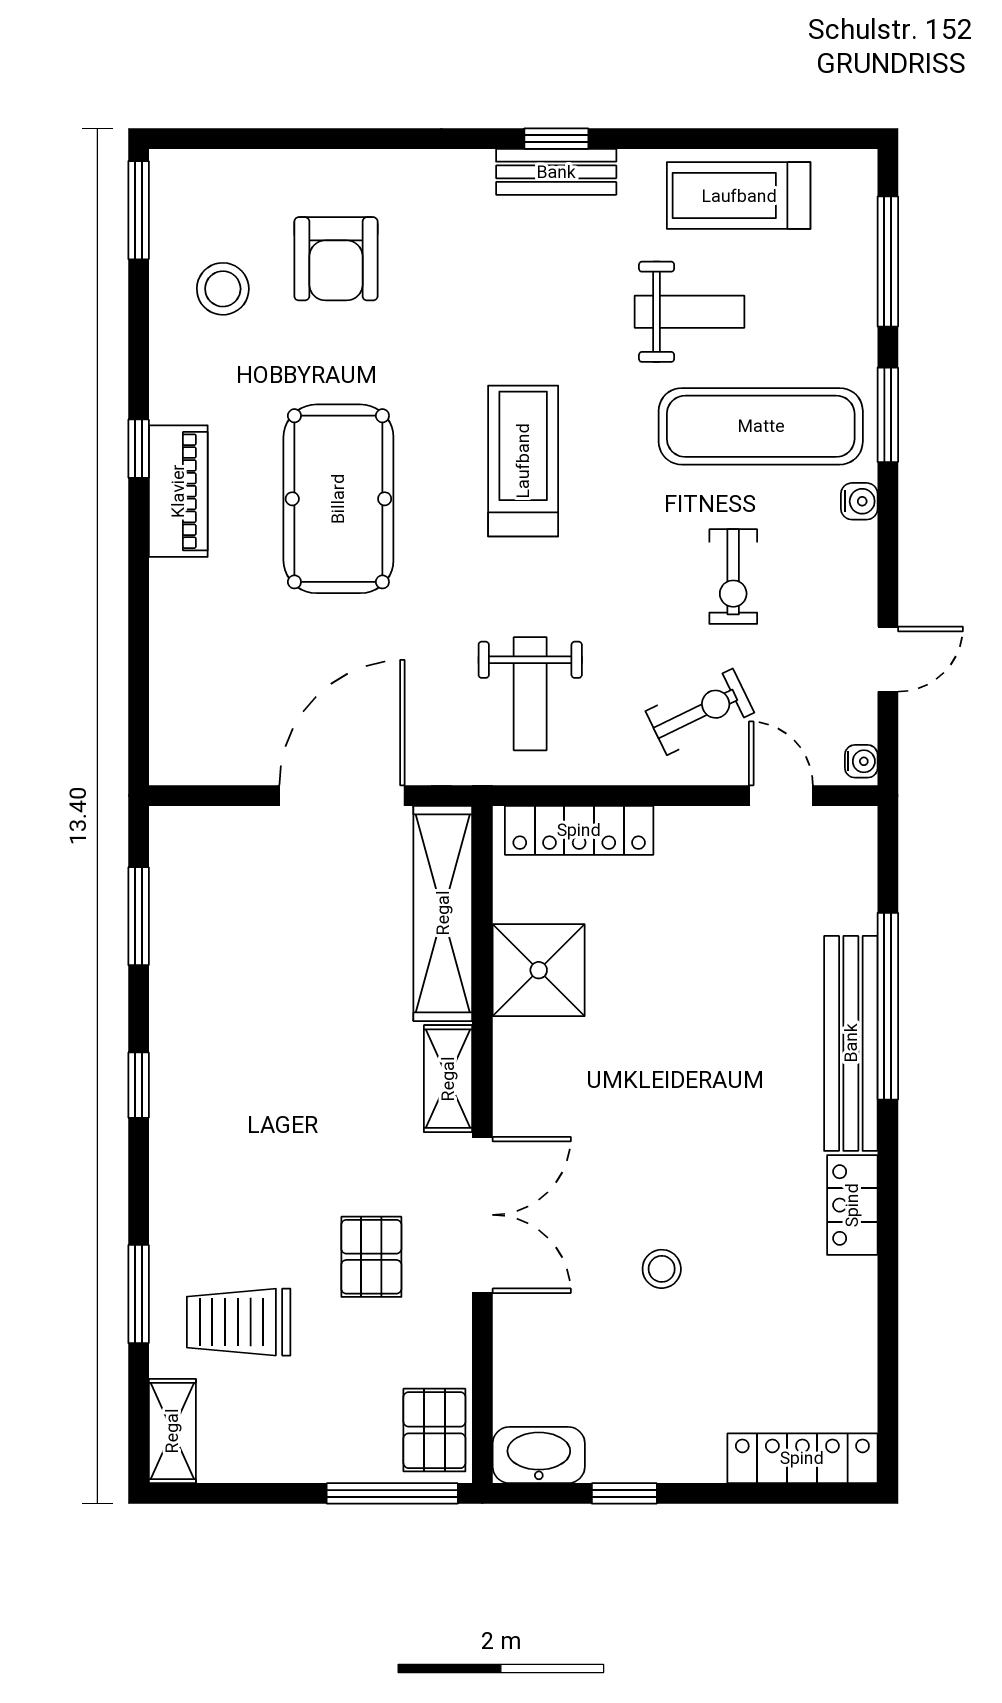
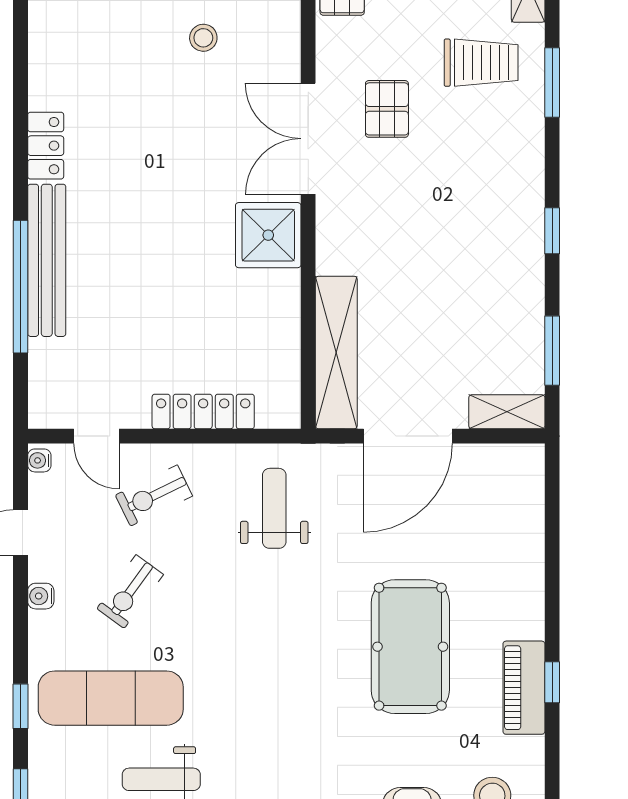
window: (888, 415) -> (21, 706), width x0.67
treadmill: (523, 461) -> (279, 673), removed
piano: (178, 491) -> (524, 688), moved
water cooler: (859, 501) -> (41, 596), moved
exercise bike: (733, 577) -> (130, 592), turned -144
locker: (579, 830) -> (203, 411), moved
shower: (539, 970) -> (268, 235), moved
shelving: (448, 1079) -> (507, 412), moved, turned 90
stool: (662, 1269) -> (203, 38), moved

